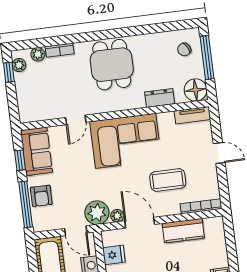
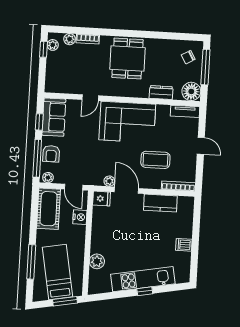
plant: (97, 213) -> (48, 178), moved, width x0.53, depth x0.53
fridge: (114, 255) -> (102, 199), moved

